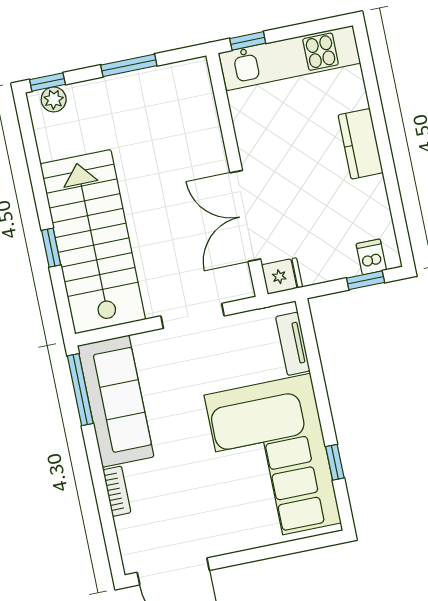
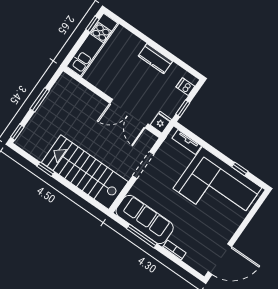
window: (248, 41) -> (93, 24), moved
plant: (54, 99) -> (25, 136), removed
kitchen counter: (361, 144) -> (155, 59), moved
window: (51, 248) -> (46, 169), moved
window: (366, 280) -> (183, 108), moved
window: (80, 390) -> (142, 236), moved

